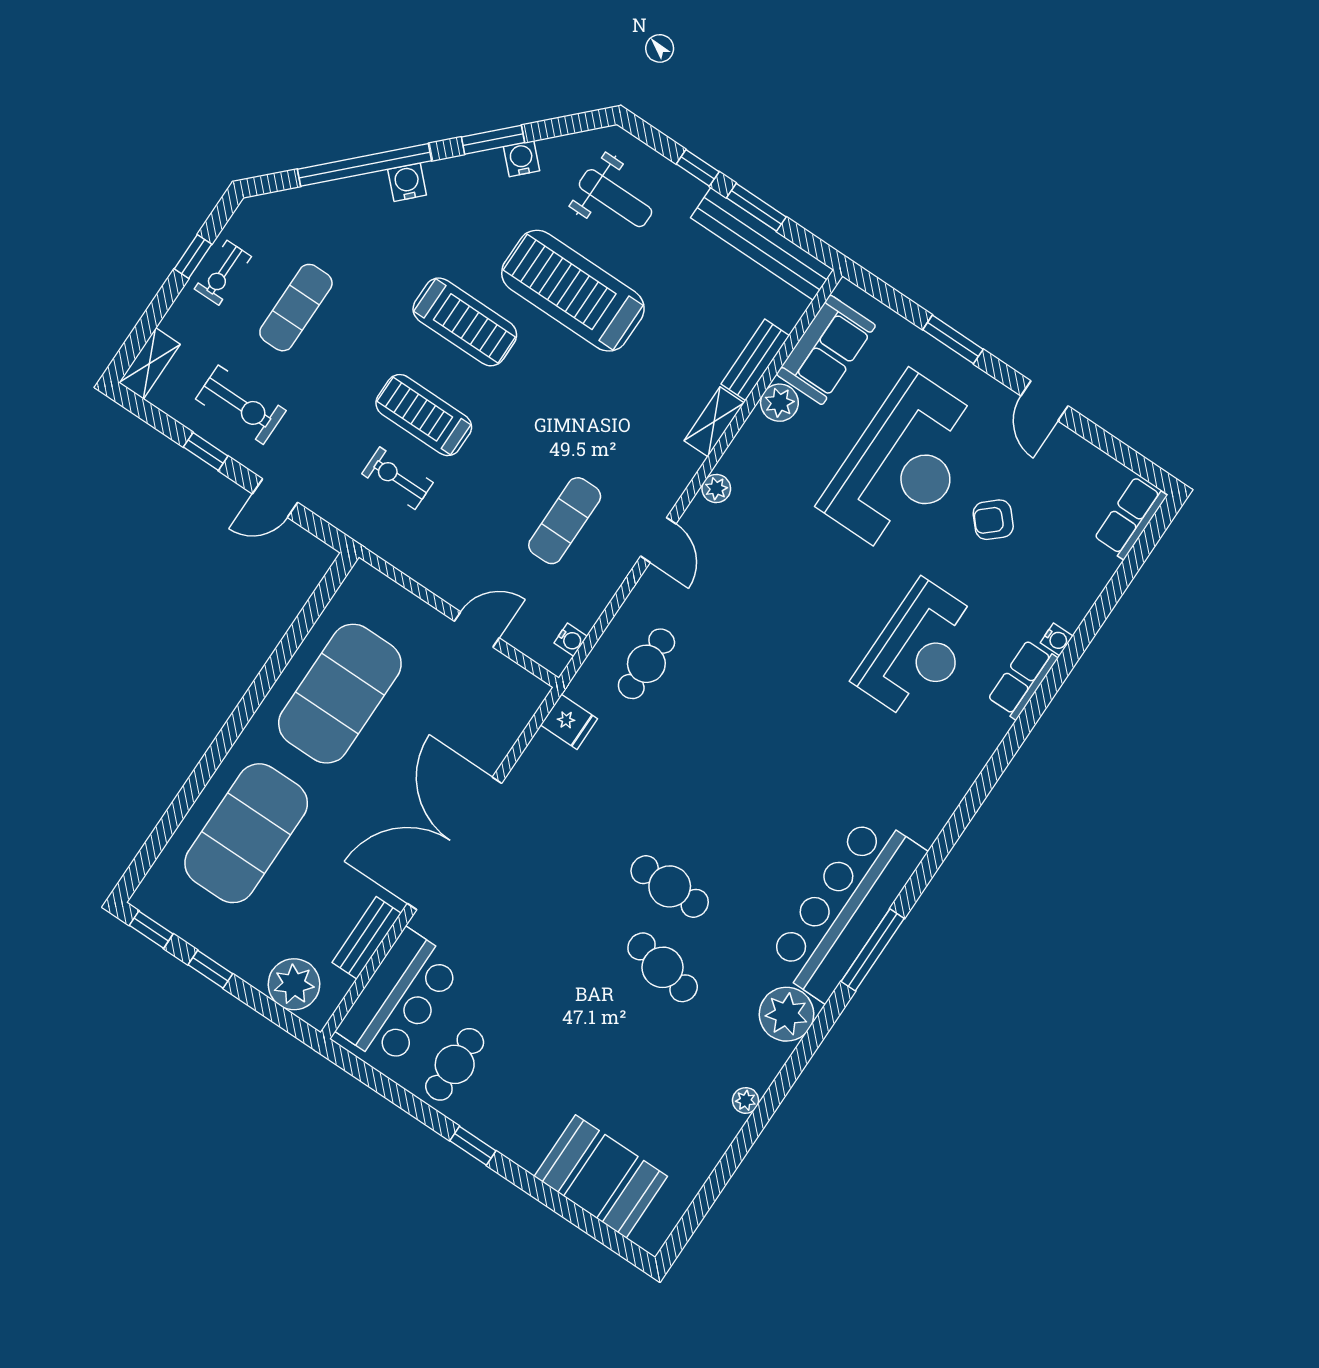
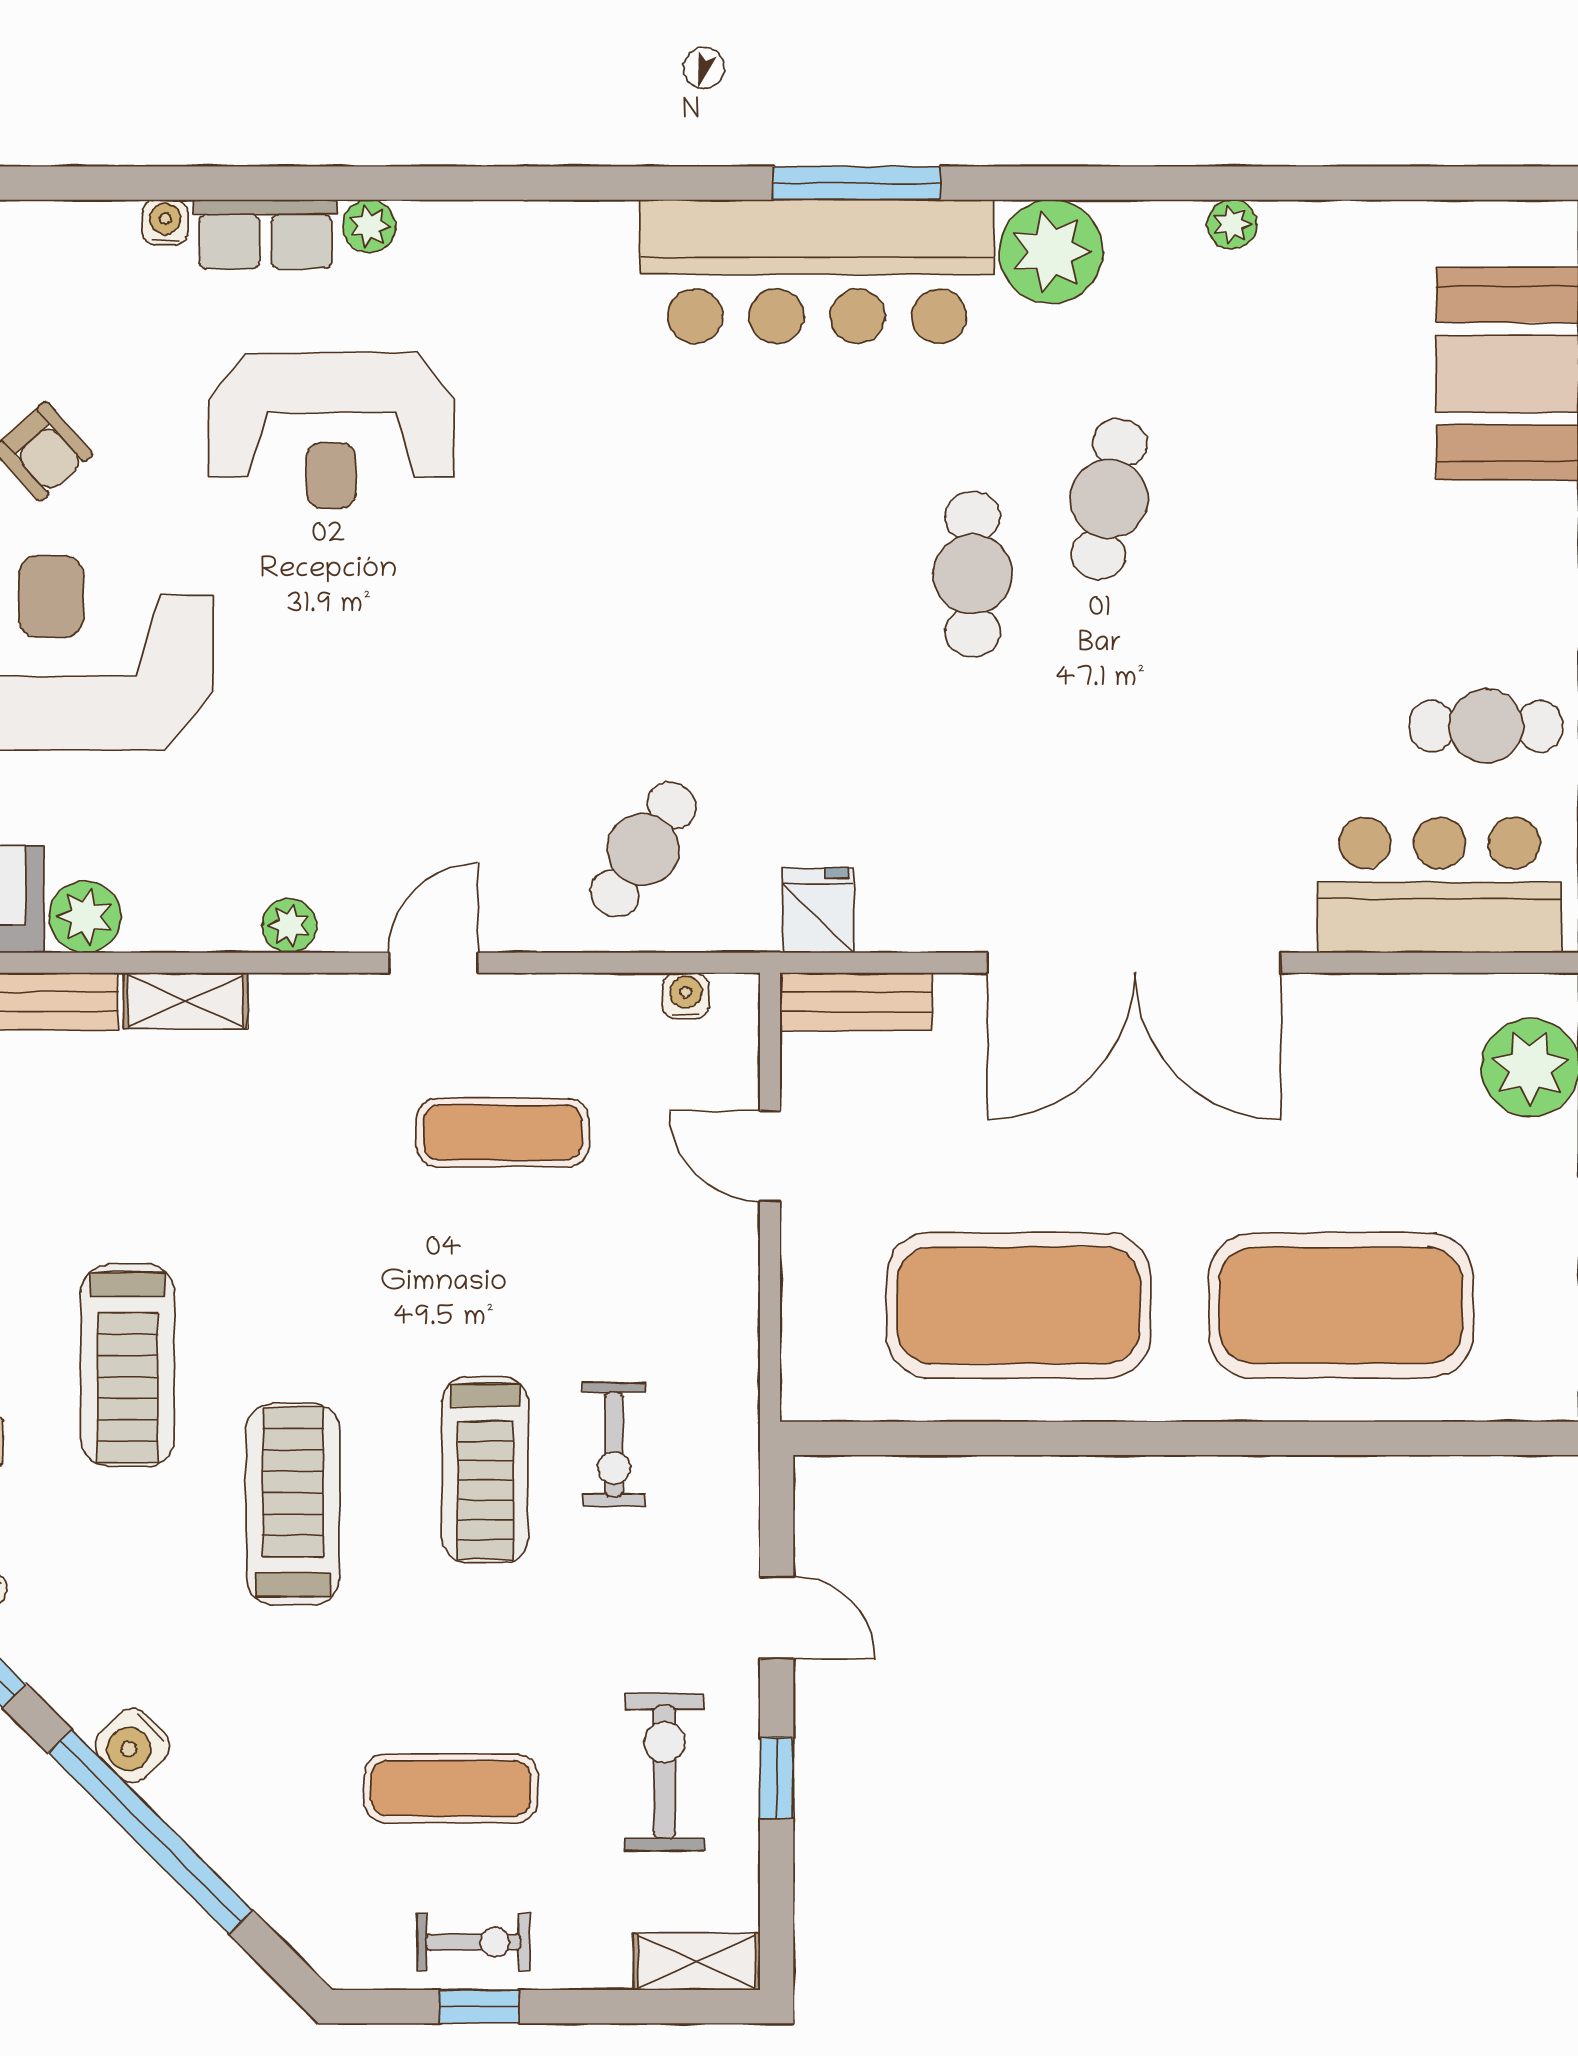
treadmill: (573, 291) -> (128, 1365), width x0.73, depth x0.73
reception desk: (918, 651) -> (331, 431), turned 180
cafe table: (646, 664) -> (643, 849), turned -57
plant: (996, 727) -> (369, 226), added
bench: (367, 938) -> (856, 1002), moved

